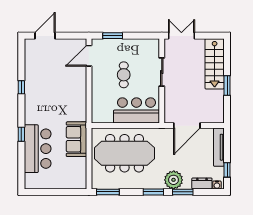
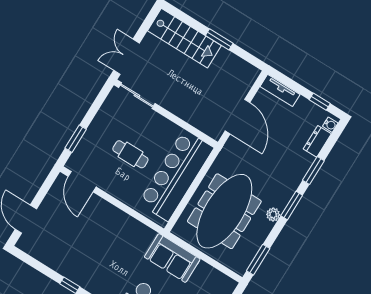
sliding door: (162, 72) -> (137, 96), moved
bar counter: (136, 110) -> (176, 175), width x1.36
tv unit: (219, 147) -> (280, 90), width x0.71
plant: (174, 180) -> (273, 215), moved, width x0.53, depth x0.53

